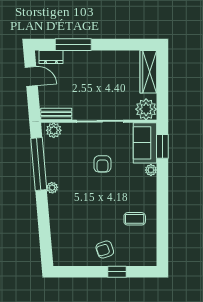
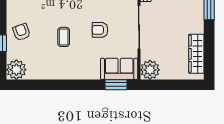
wardrobe: (148, 72) -> (196, 54), moved, turned -90
plant: (151, 170) -> (16, 70), moved, width x1.87, depth x1.87
coffee table: (135, 219) -> (64, 37), moved

